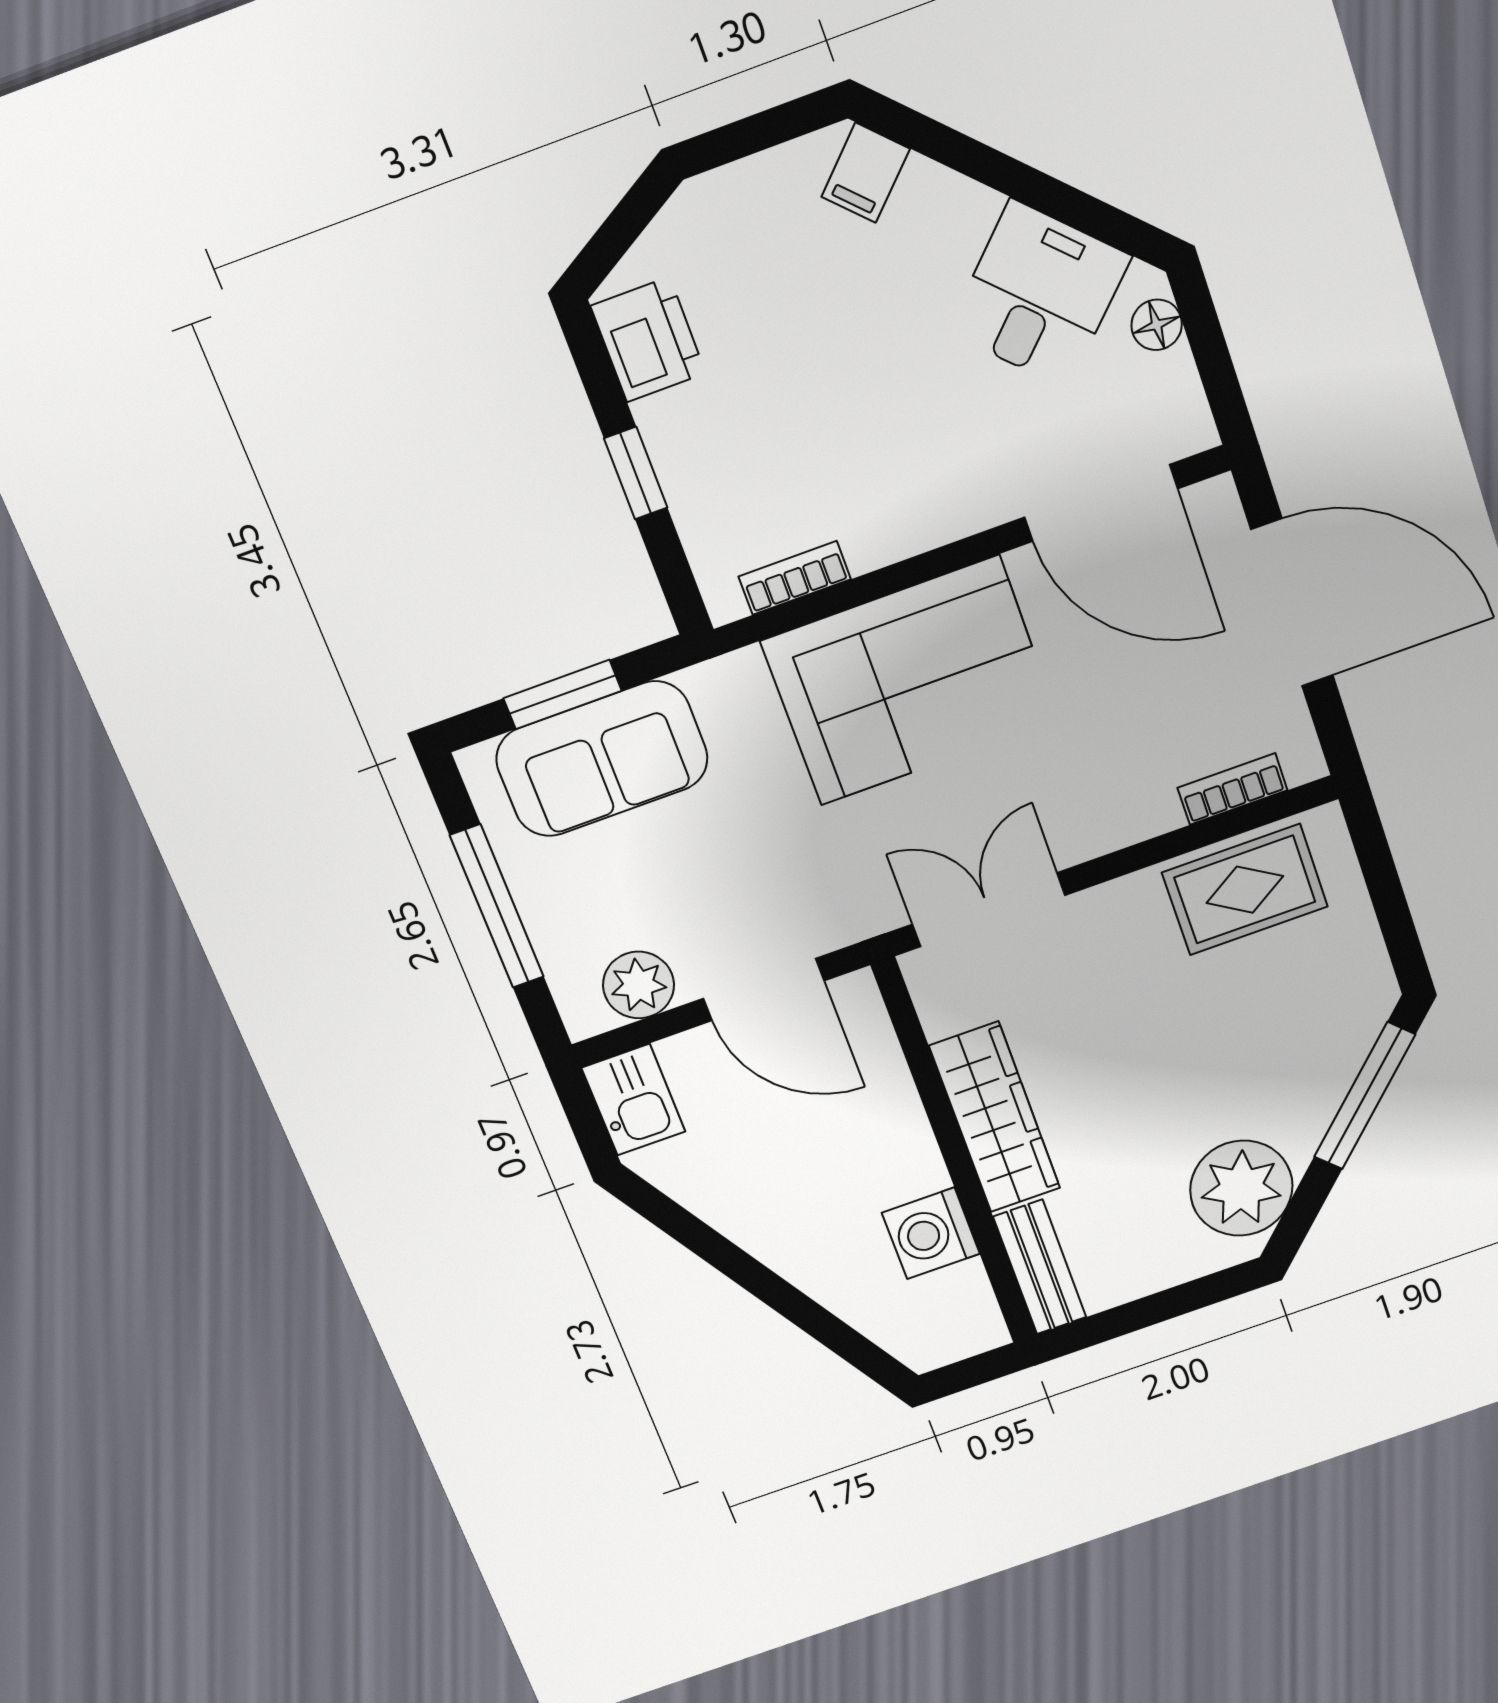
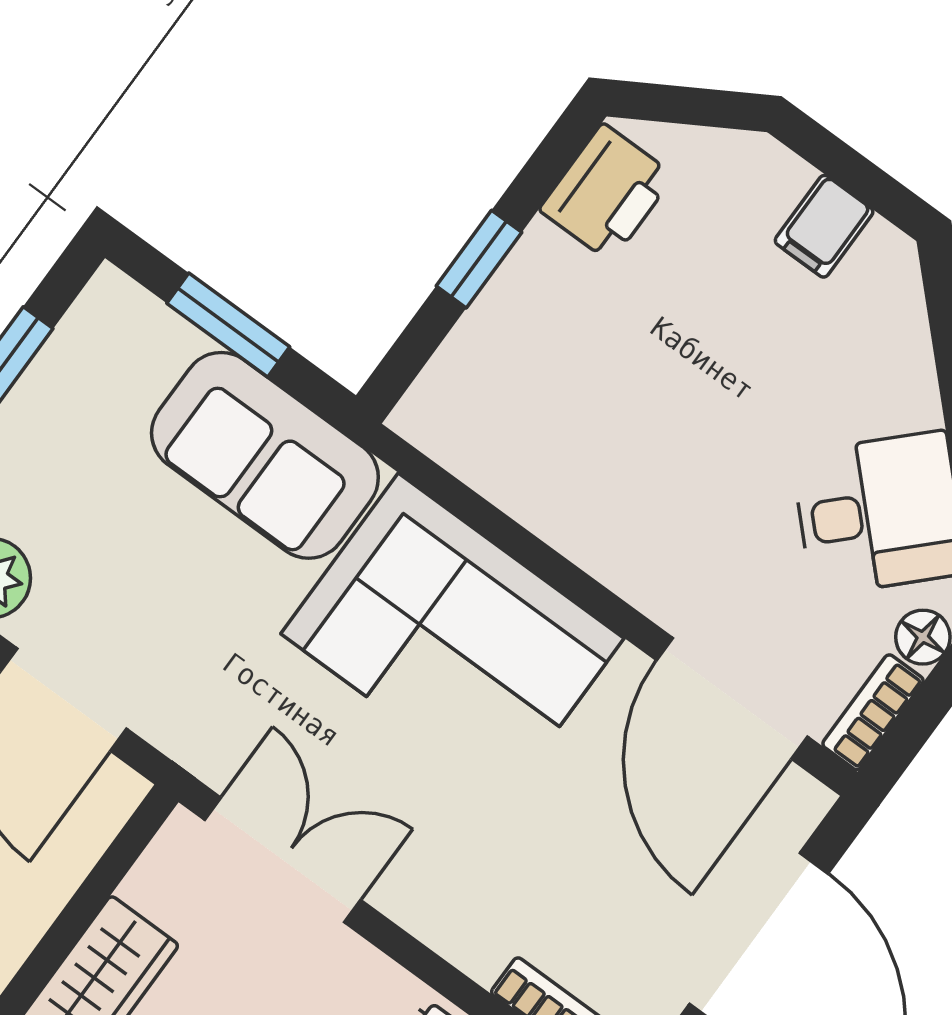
filing cabinet: (866, 173) -> (824, 226), moved, turned -45
bookcase: (795, 578) -> (873, 712), moved, turned -90
sofa: (602, 759) -> (265, 455), moved

